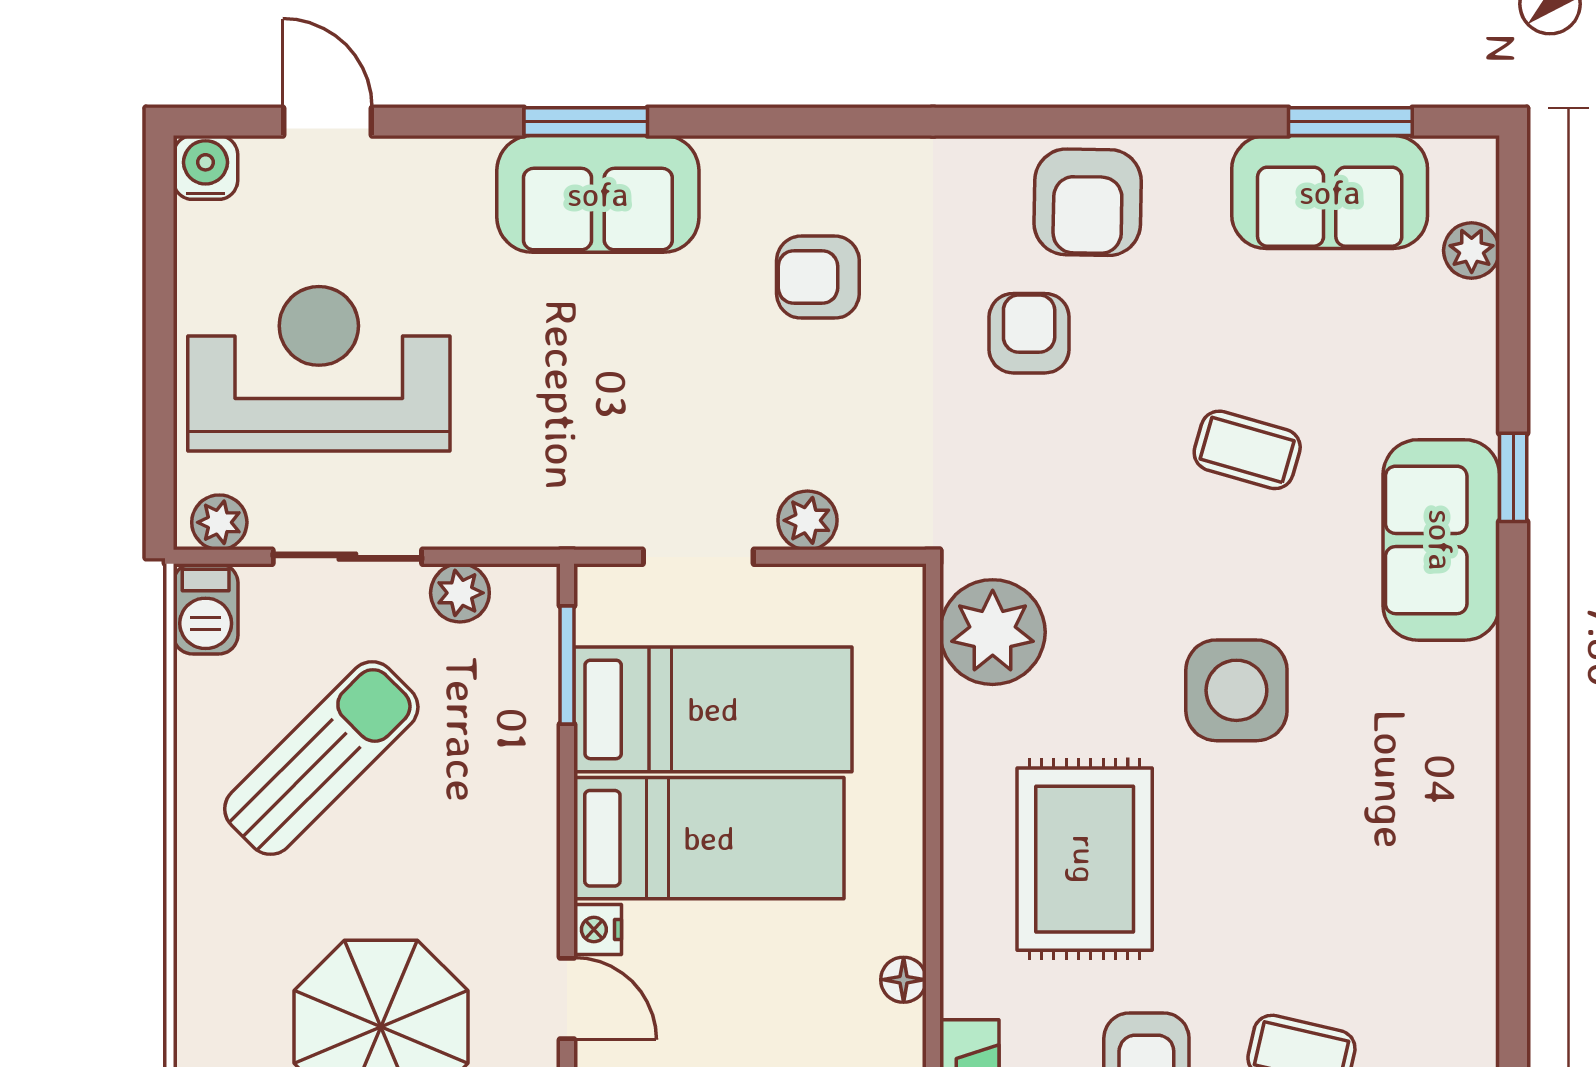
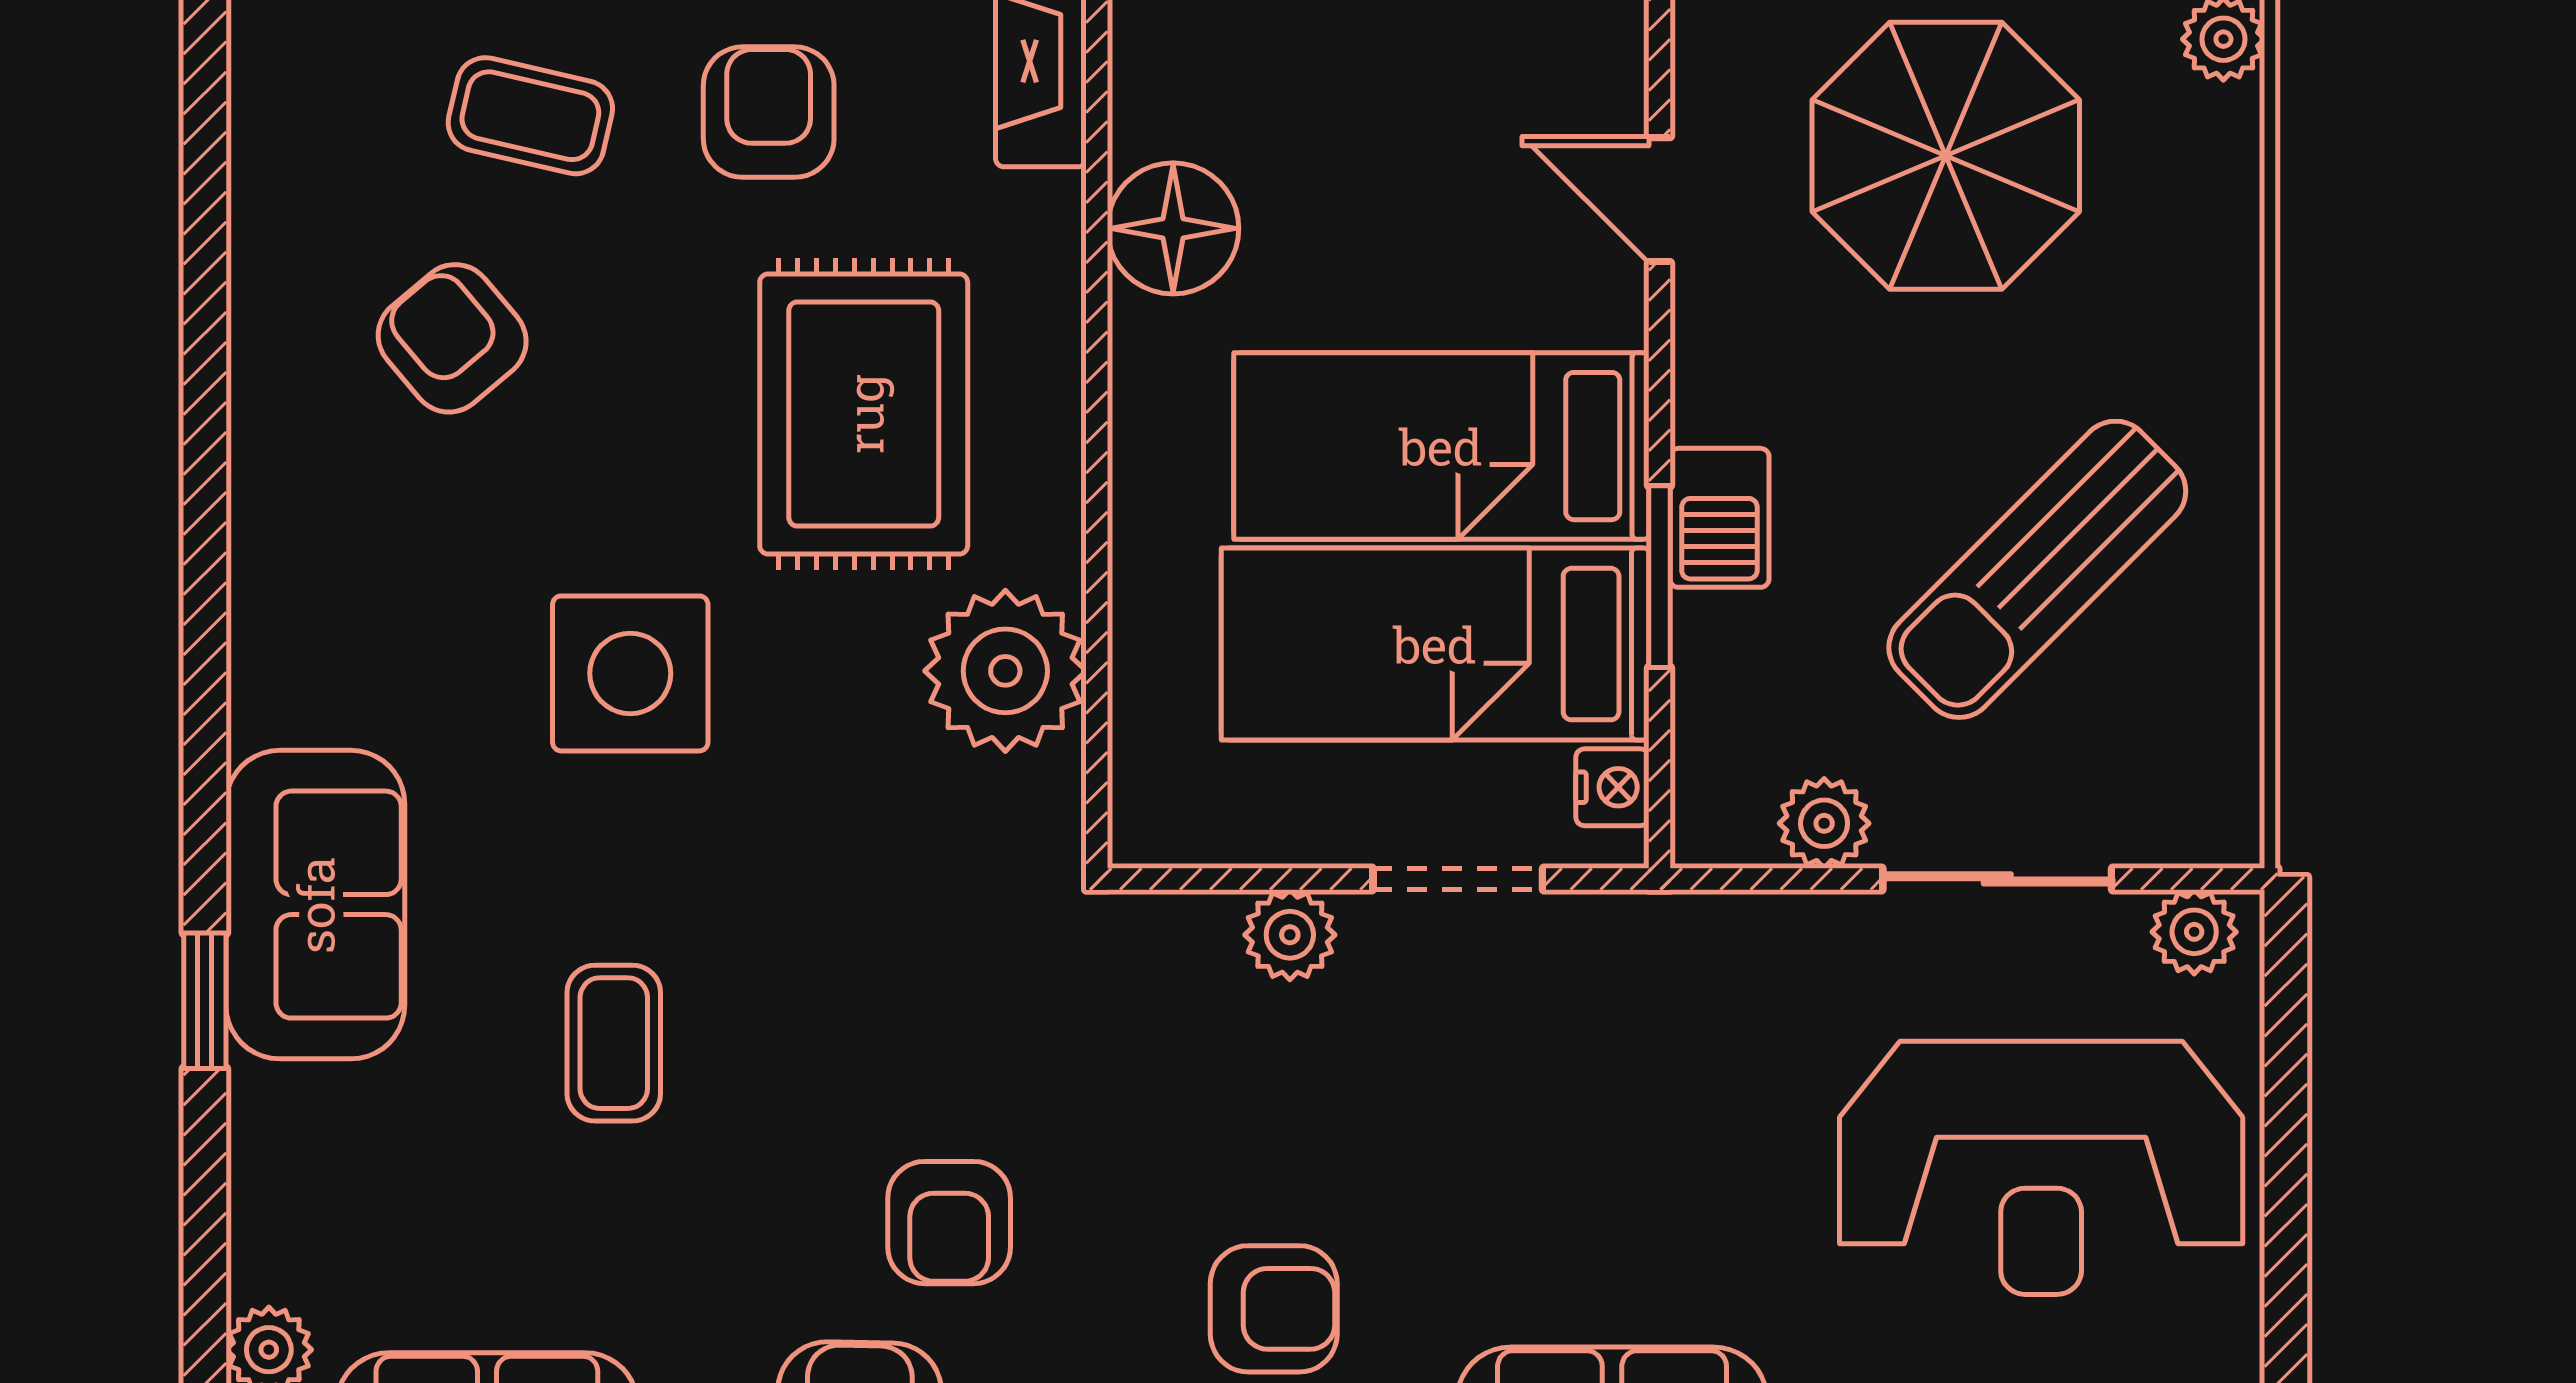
coffee table: (1247, 450) -> (614, 1043), turned 74
barbecue: (206, 609) -> (1719, 518), moved, turned 180
plant: (993, 632) -> (1005, 671), moved
window: (567, 665) -> (1659, 577), moved
armchair: (1352, 908) -> (452, 338), added
nightstand: (598, 930) -> (1612, 787), moved
floor lamp: (904, 980) -> (1173, 228), width x1.89, depth x1.89

